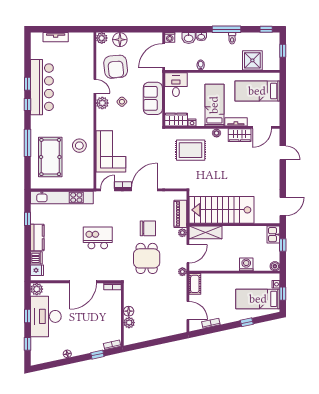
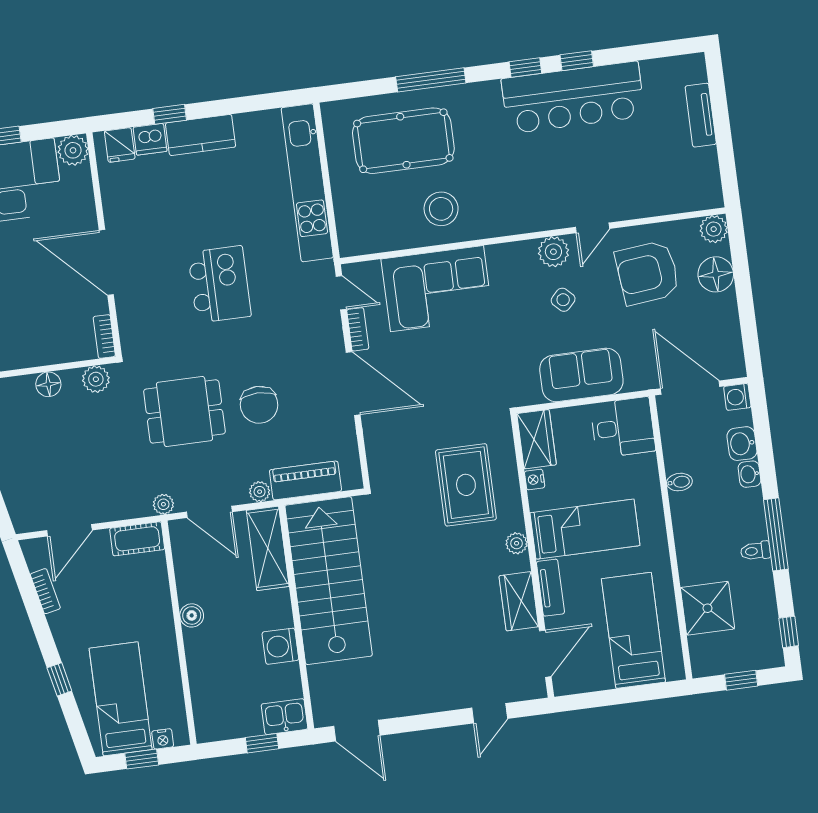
door: (262, 127) -> (545, 654), swing flipped
window: (27, 219) -> (170, 114), moved
washing machine: (246, 264) -> (280, 646), moved, turned 180
boiler: (275, 266) -> (192, 615), moved
plant: (129, 323) -> (96, 379), moved

